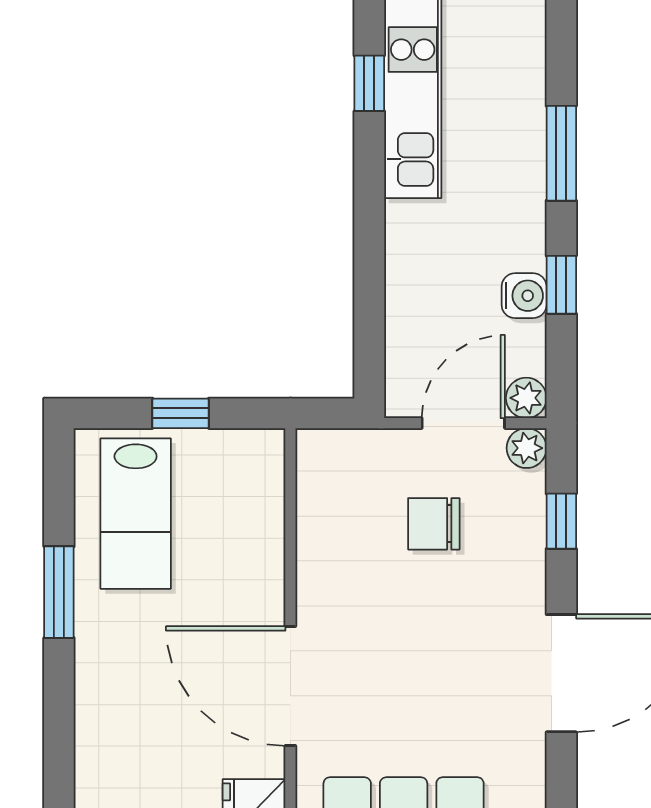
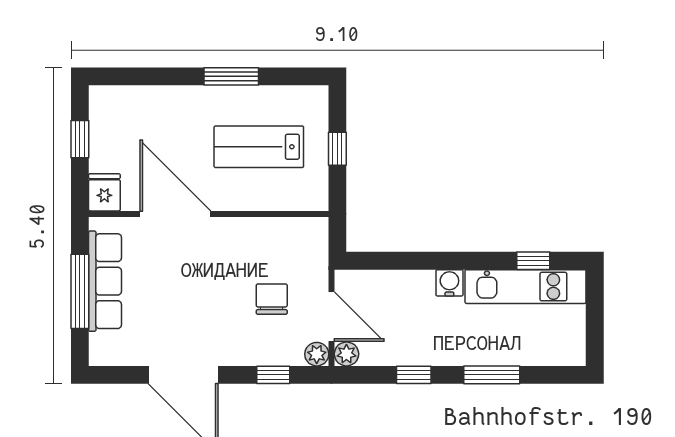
water cooler: (524, 296) -> (449, 283), moved, turned 180
lab bench: (136, 514) -> (259, 147), moved
door: (290, 686) -> (175, 214), hinge flipped

